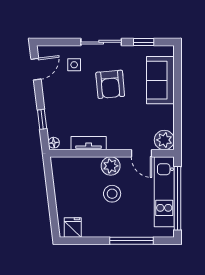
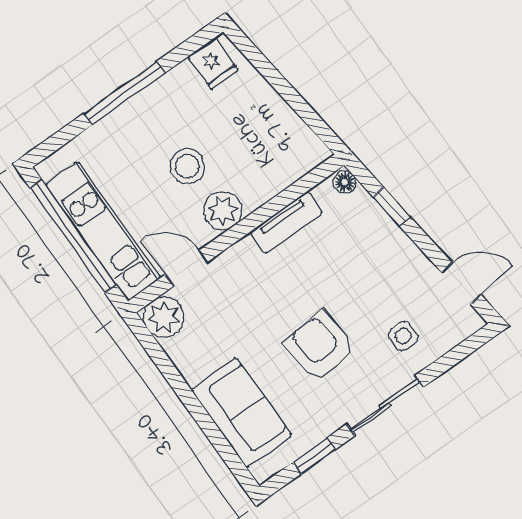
door: (36, 69) -> (461, 284), swing flipped
window: (132, 241) -> (124, 93), moved

